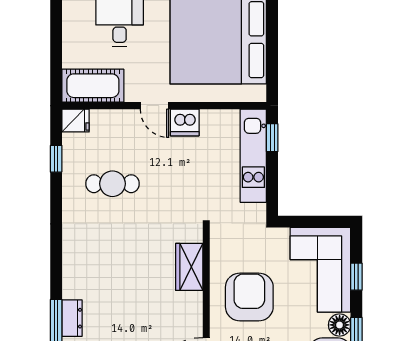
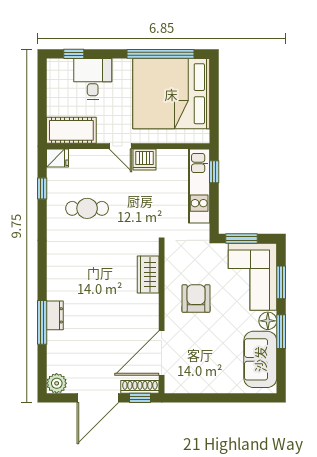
window: (307, 222) -> (242, 239), added
window: (356, 277) -> (281, 282), width x1.50
armchair: (249, 297) -> (196, 299), width x0.73, depth x0.73

